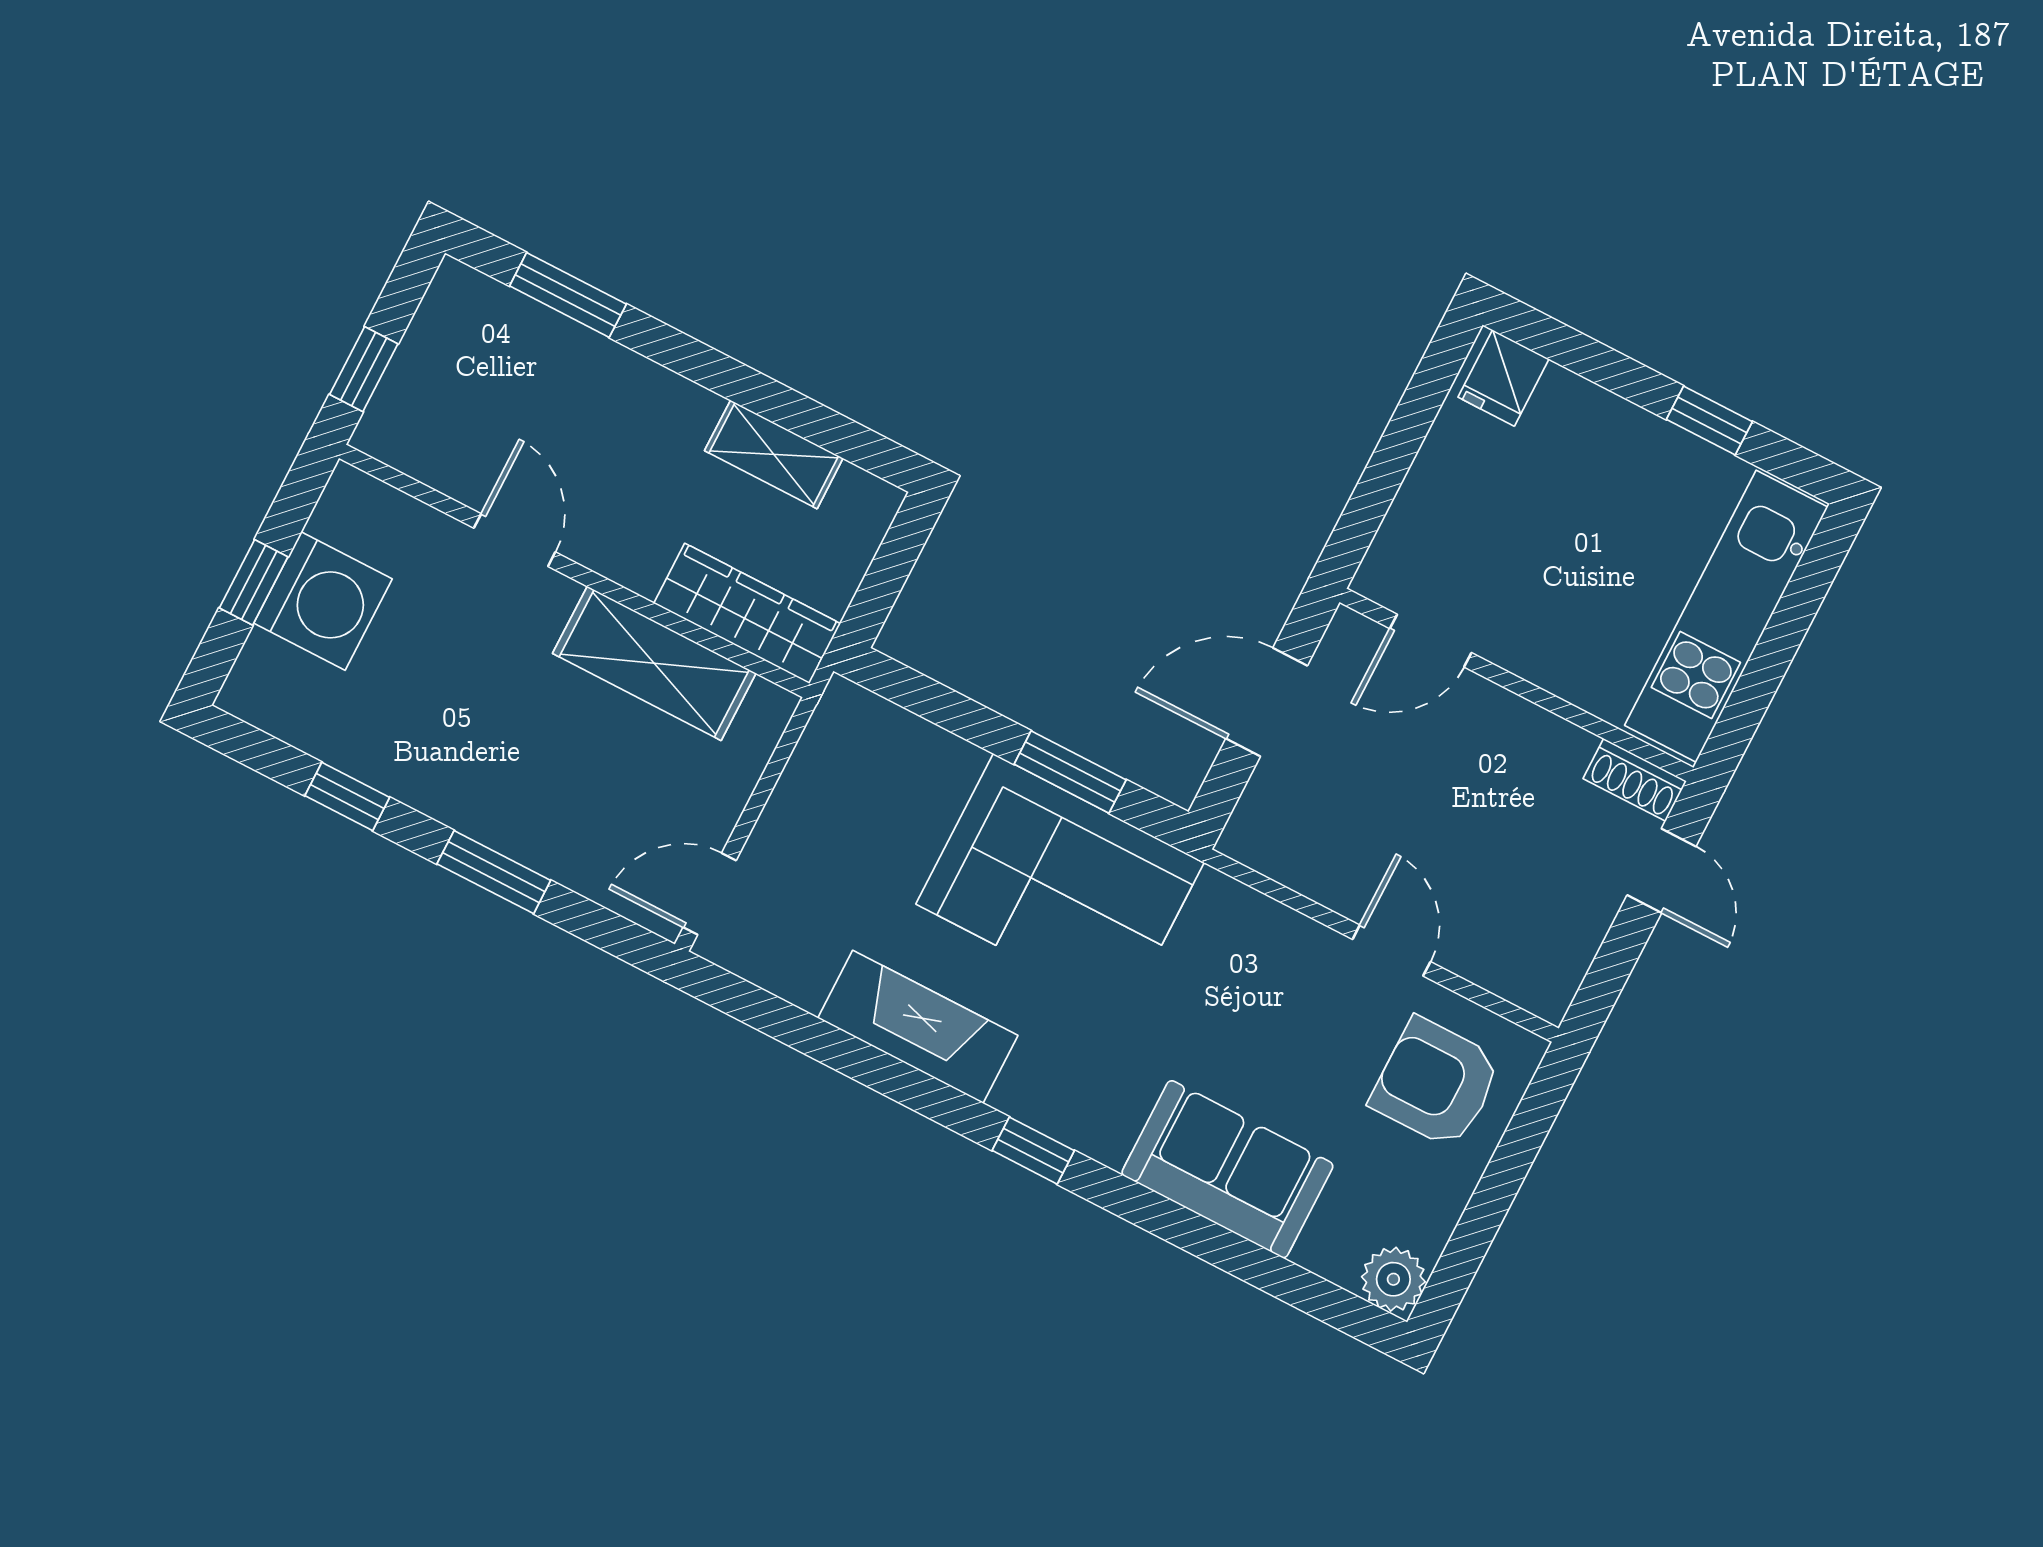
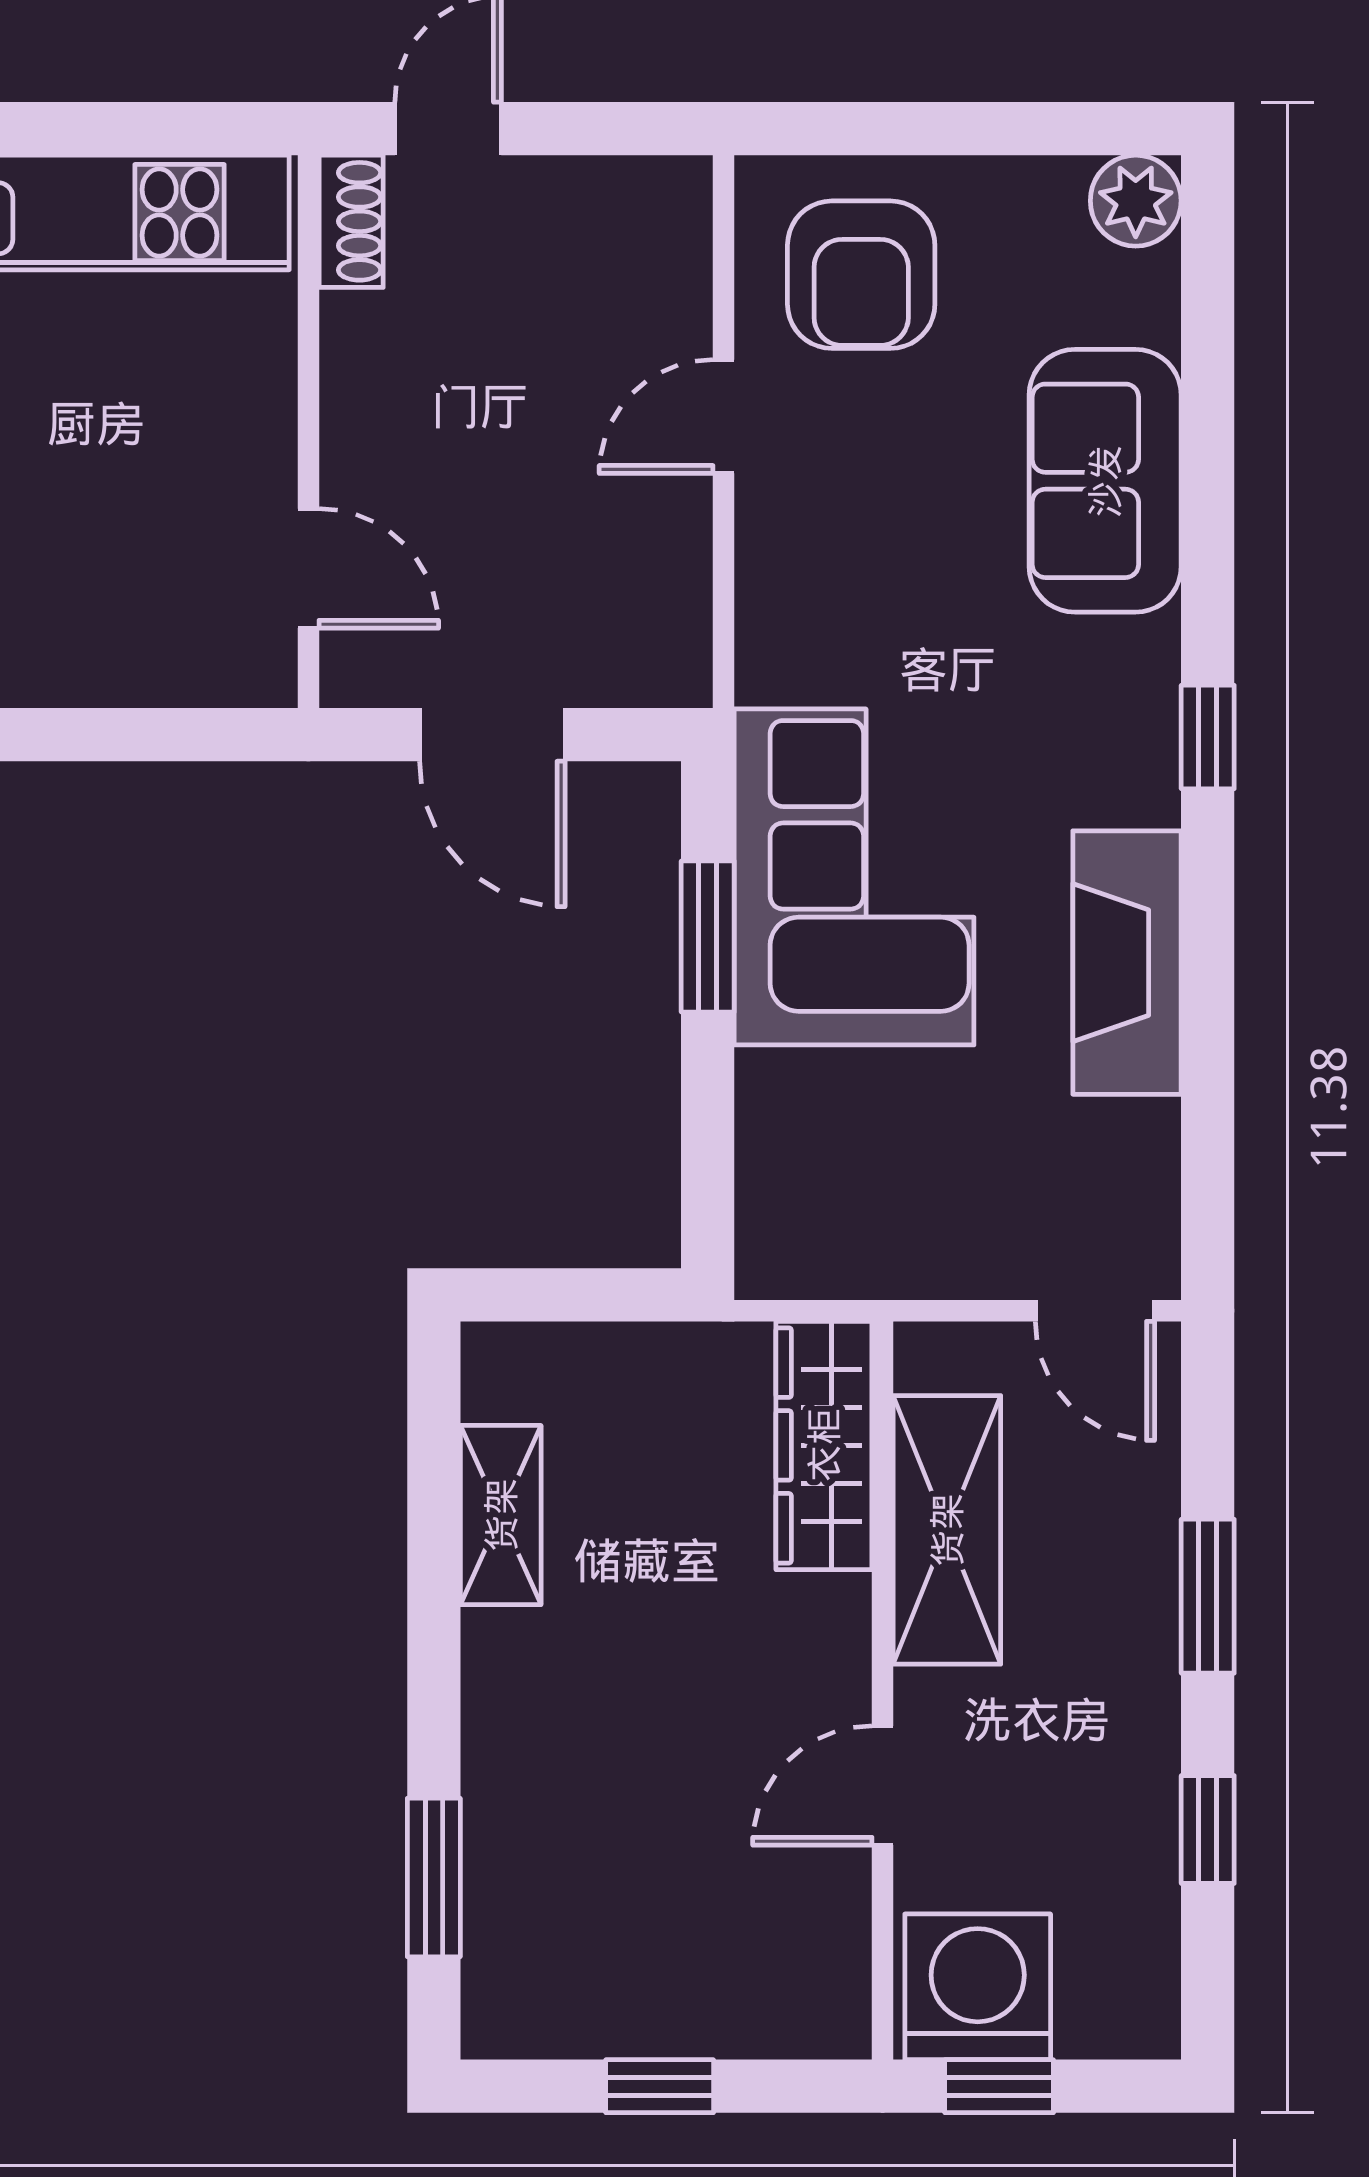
door: (515, 540) -> (883, 1786), moved
wall: (574, 571) -> (883, 1690), moved
wardrobe: (747, 613) -> (824, 1445), moved
shelving: (654, 663) -> (947, 1530), moved

